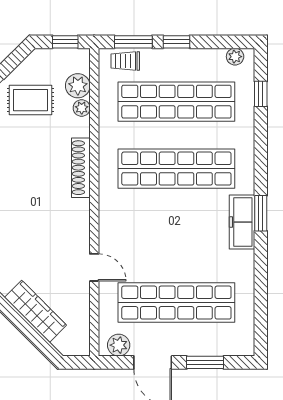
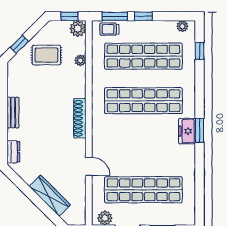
plant: (78, 86) -> (78, 29), moved
shoe rack: (81, 168) -> (80, 118), moved
freezer: (242, 222) -> (187, 131), width x0.71

